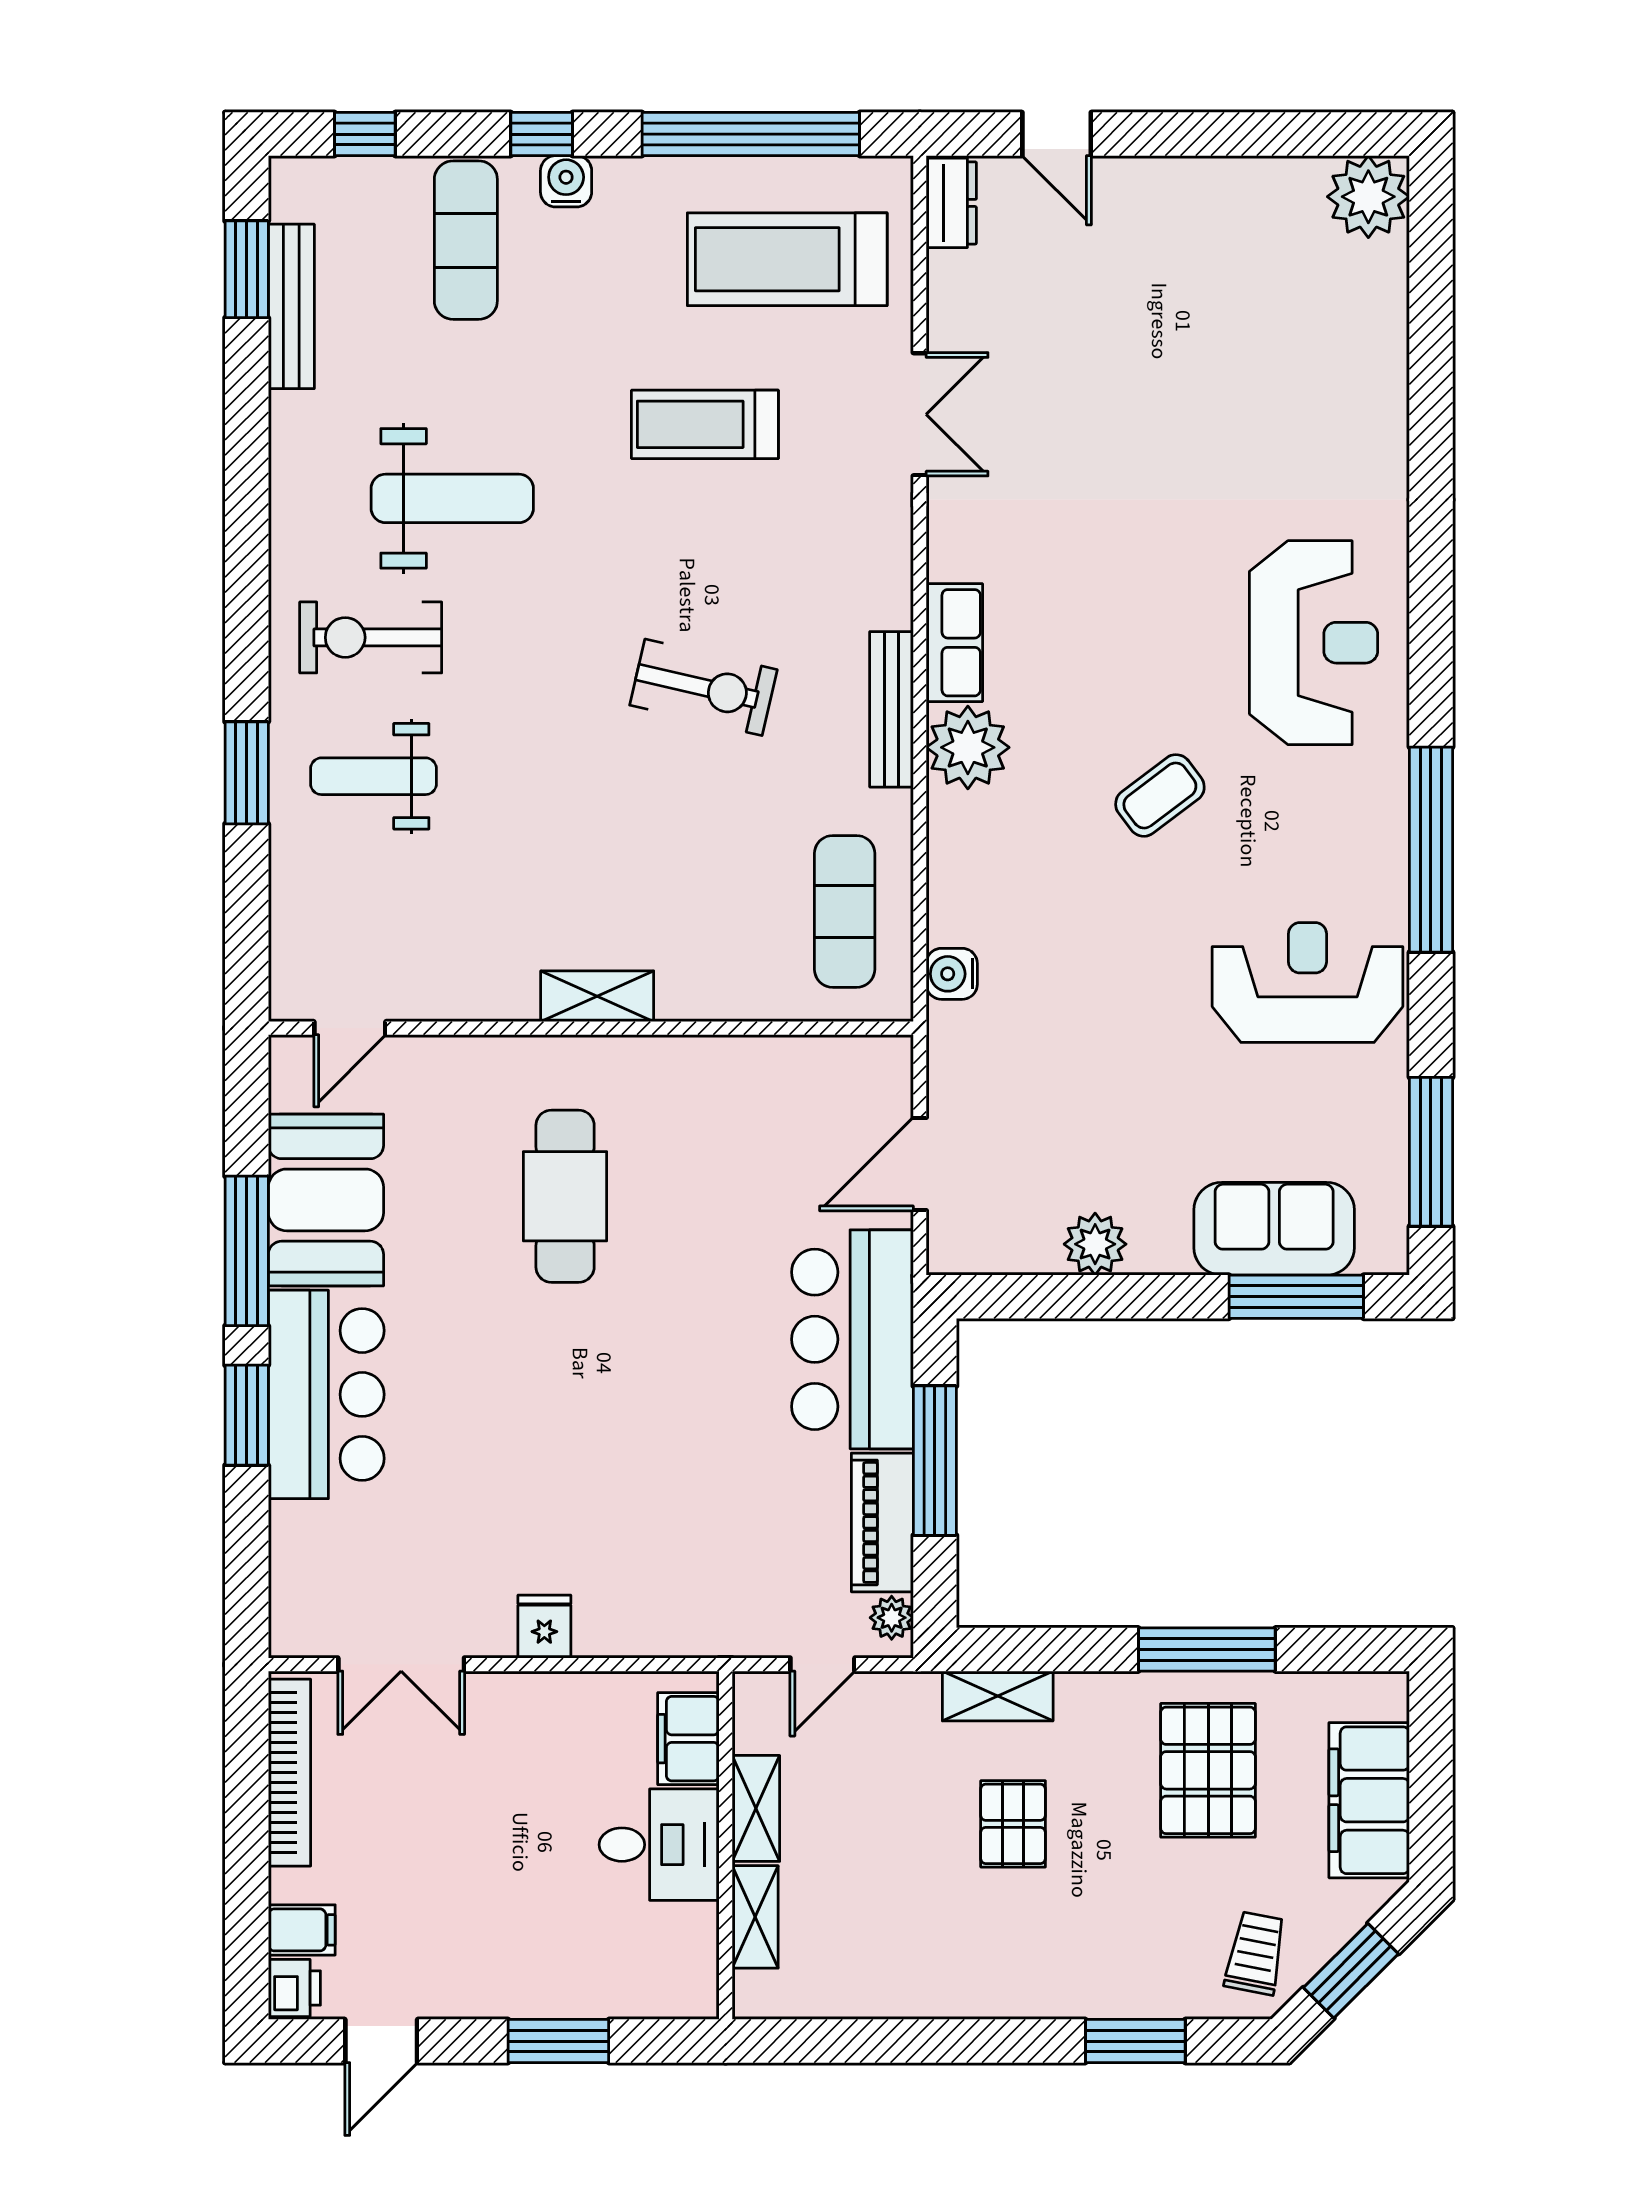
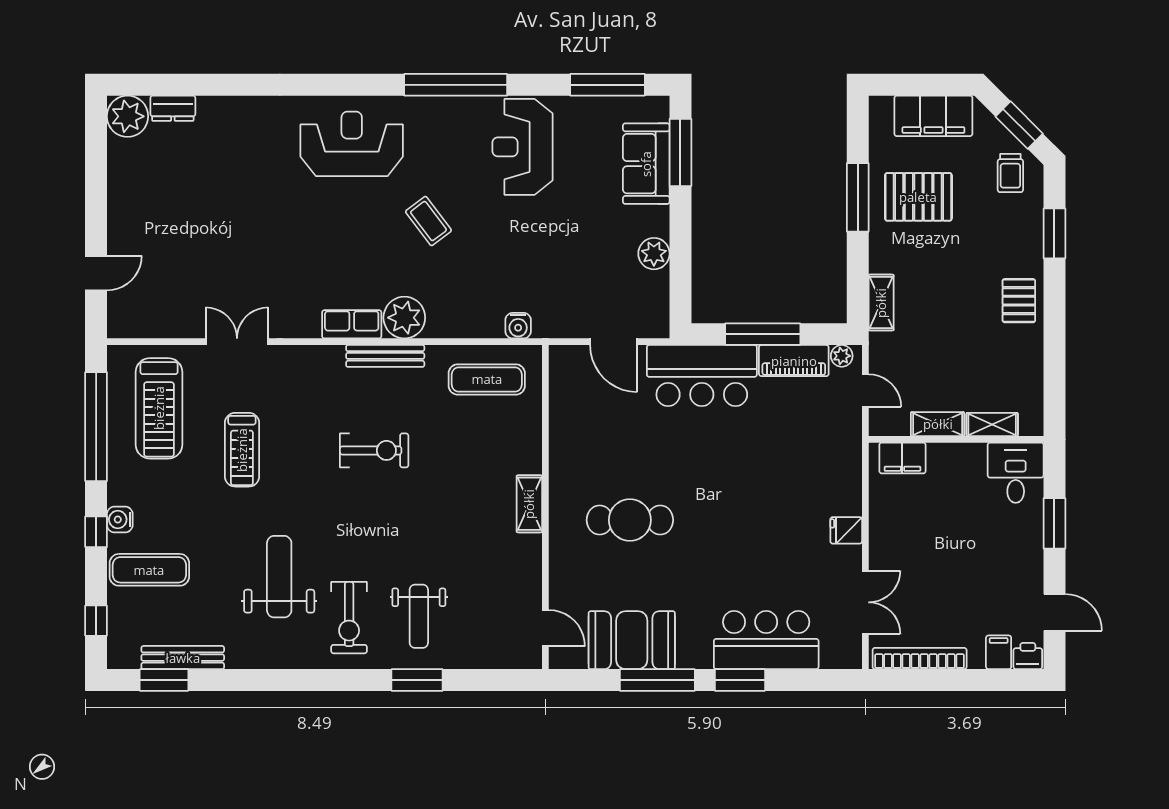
dresser: (951, 203) -> (173, 108), moved, turned 180
exercise bike: (703, 687) -> (374, 450), turned 77
bar counter: (326, 1394) -> (766, 640), moved
pallet: (1013, 1824) -> (1019, 301), moved, turned 90
desk: (659, 1845) -> (1016, 473), moved
trolley: (1256, 1953) -> (1010, 173), turned -101

